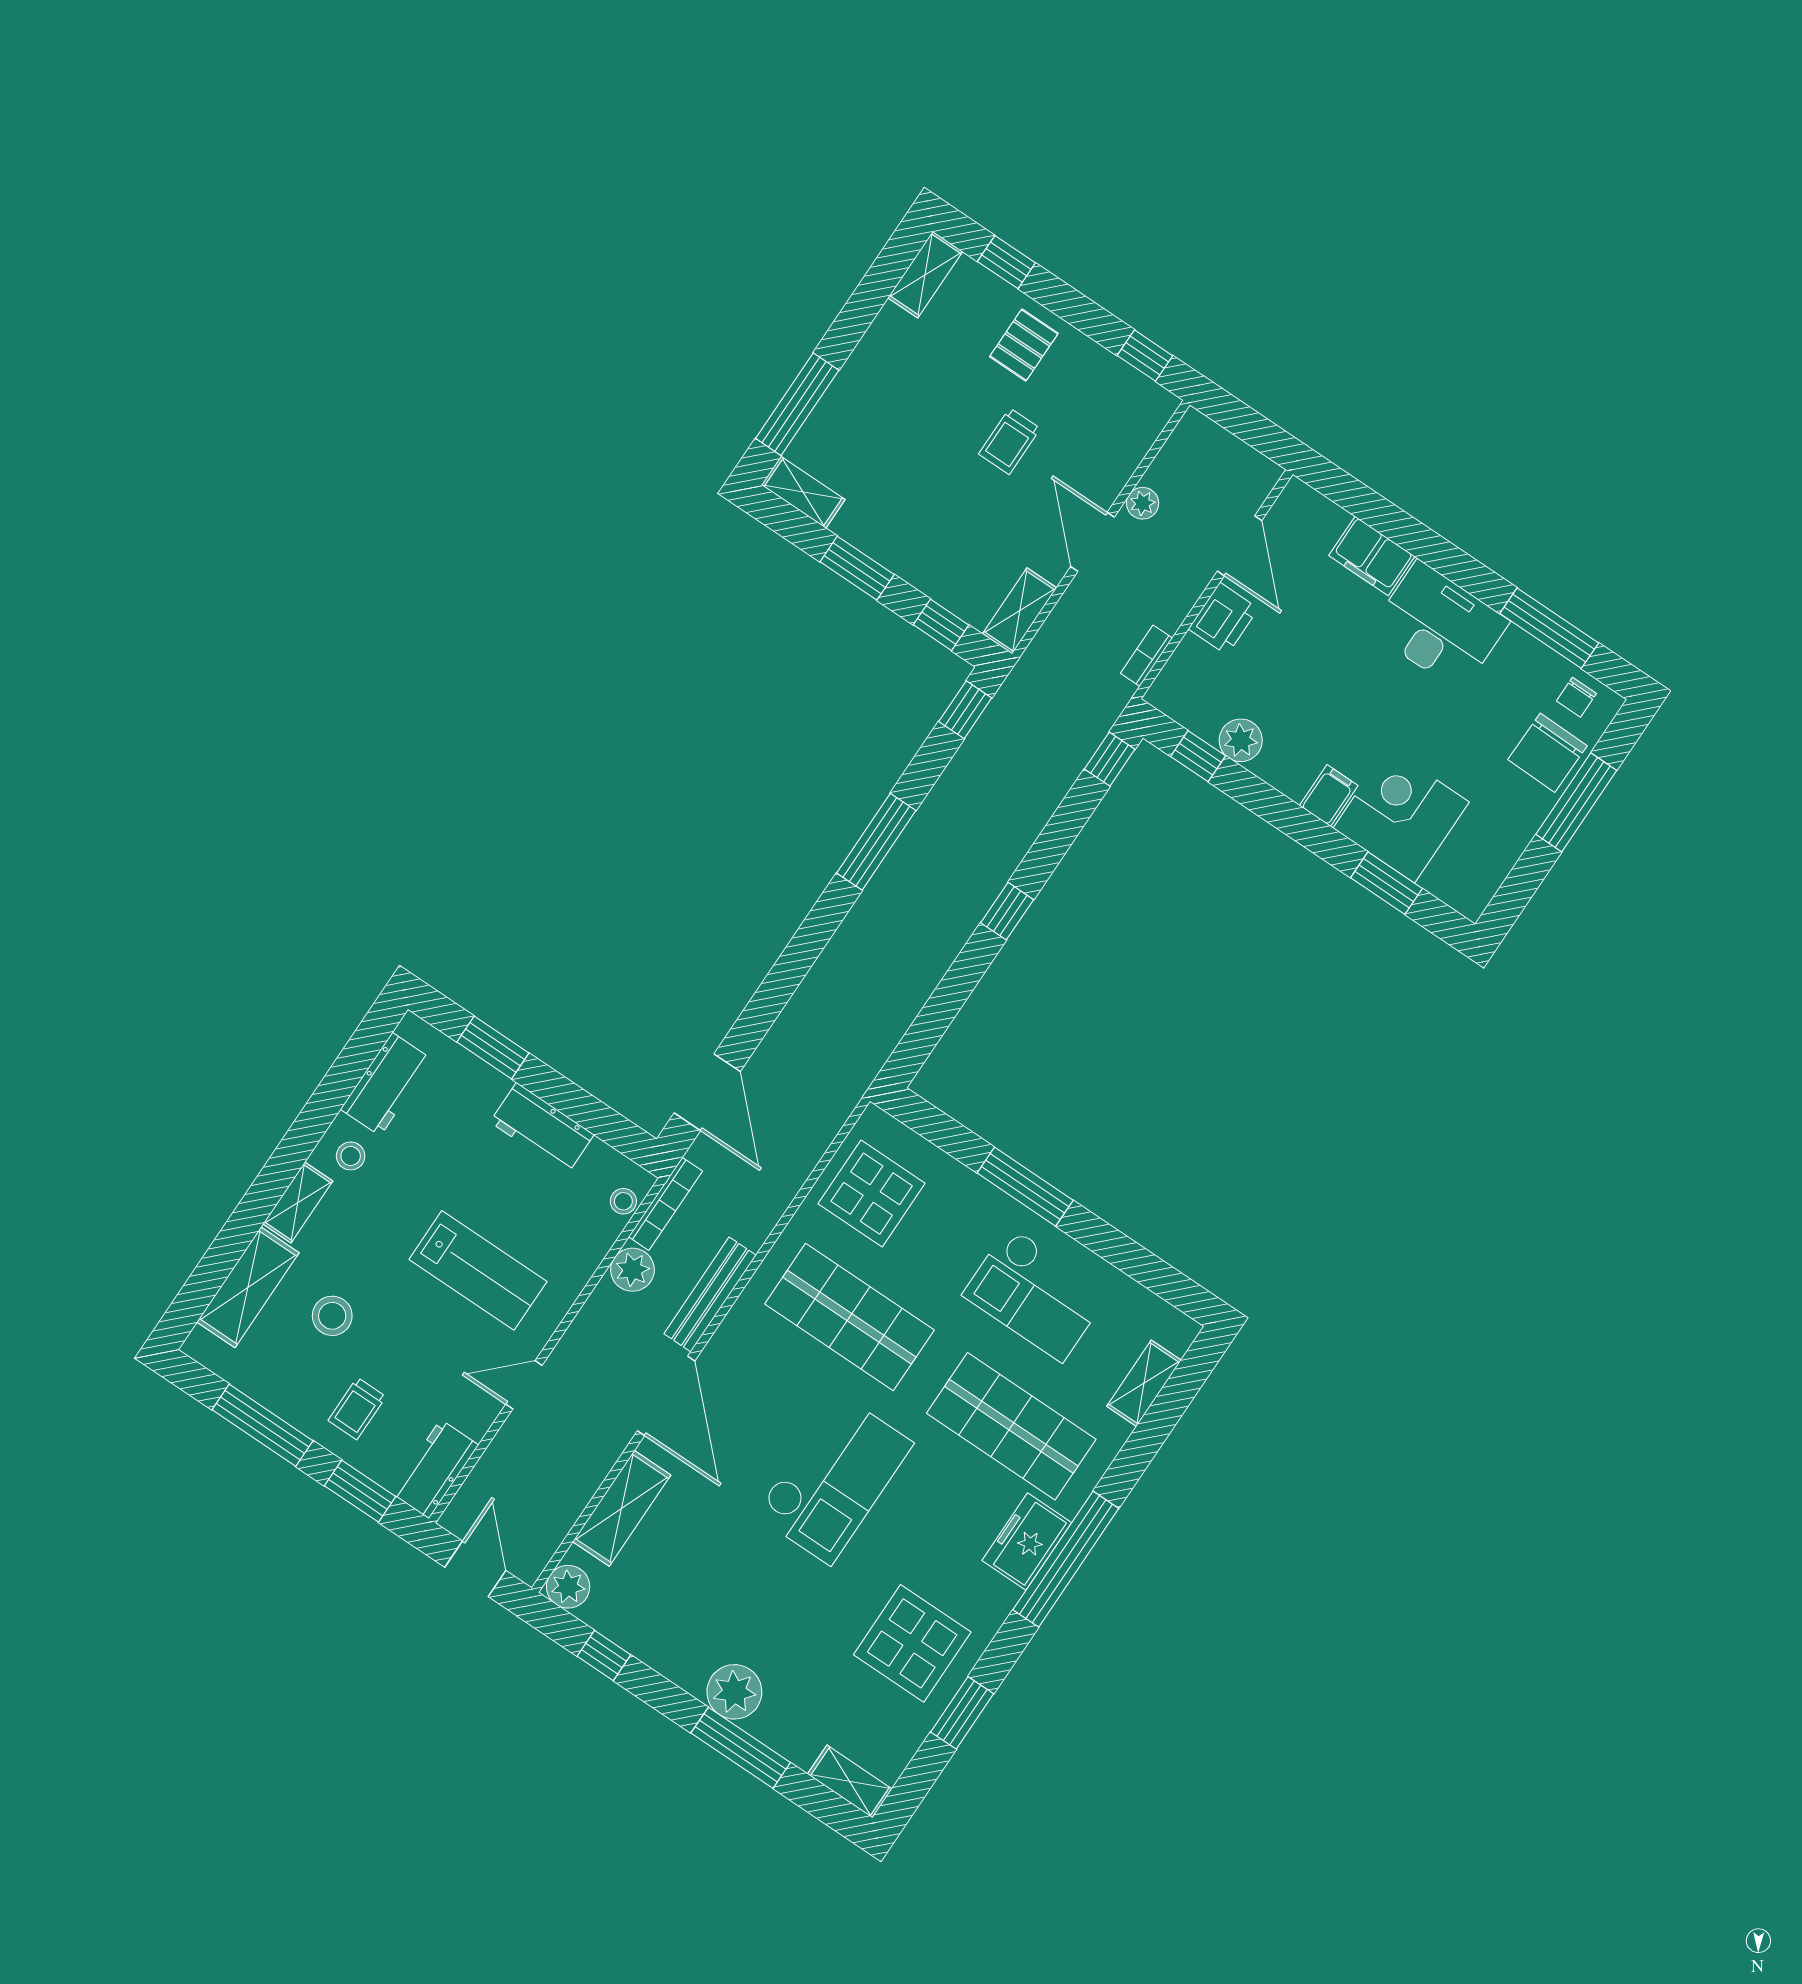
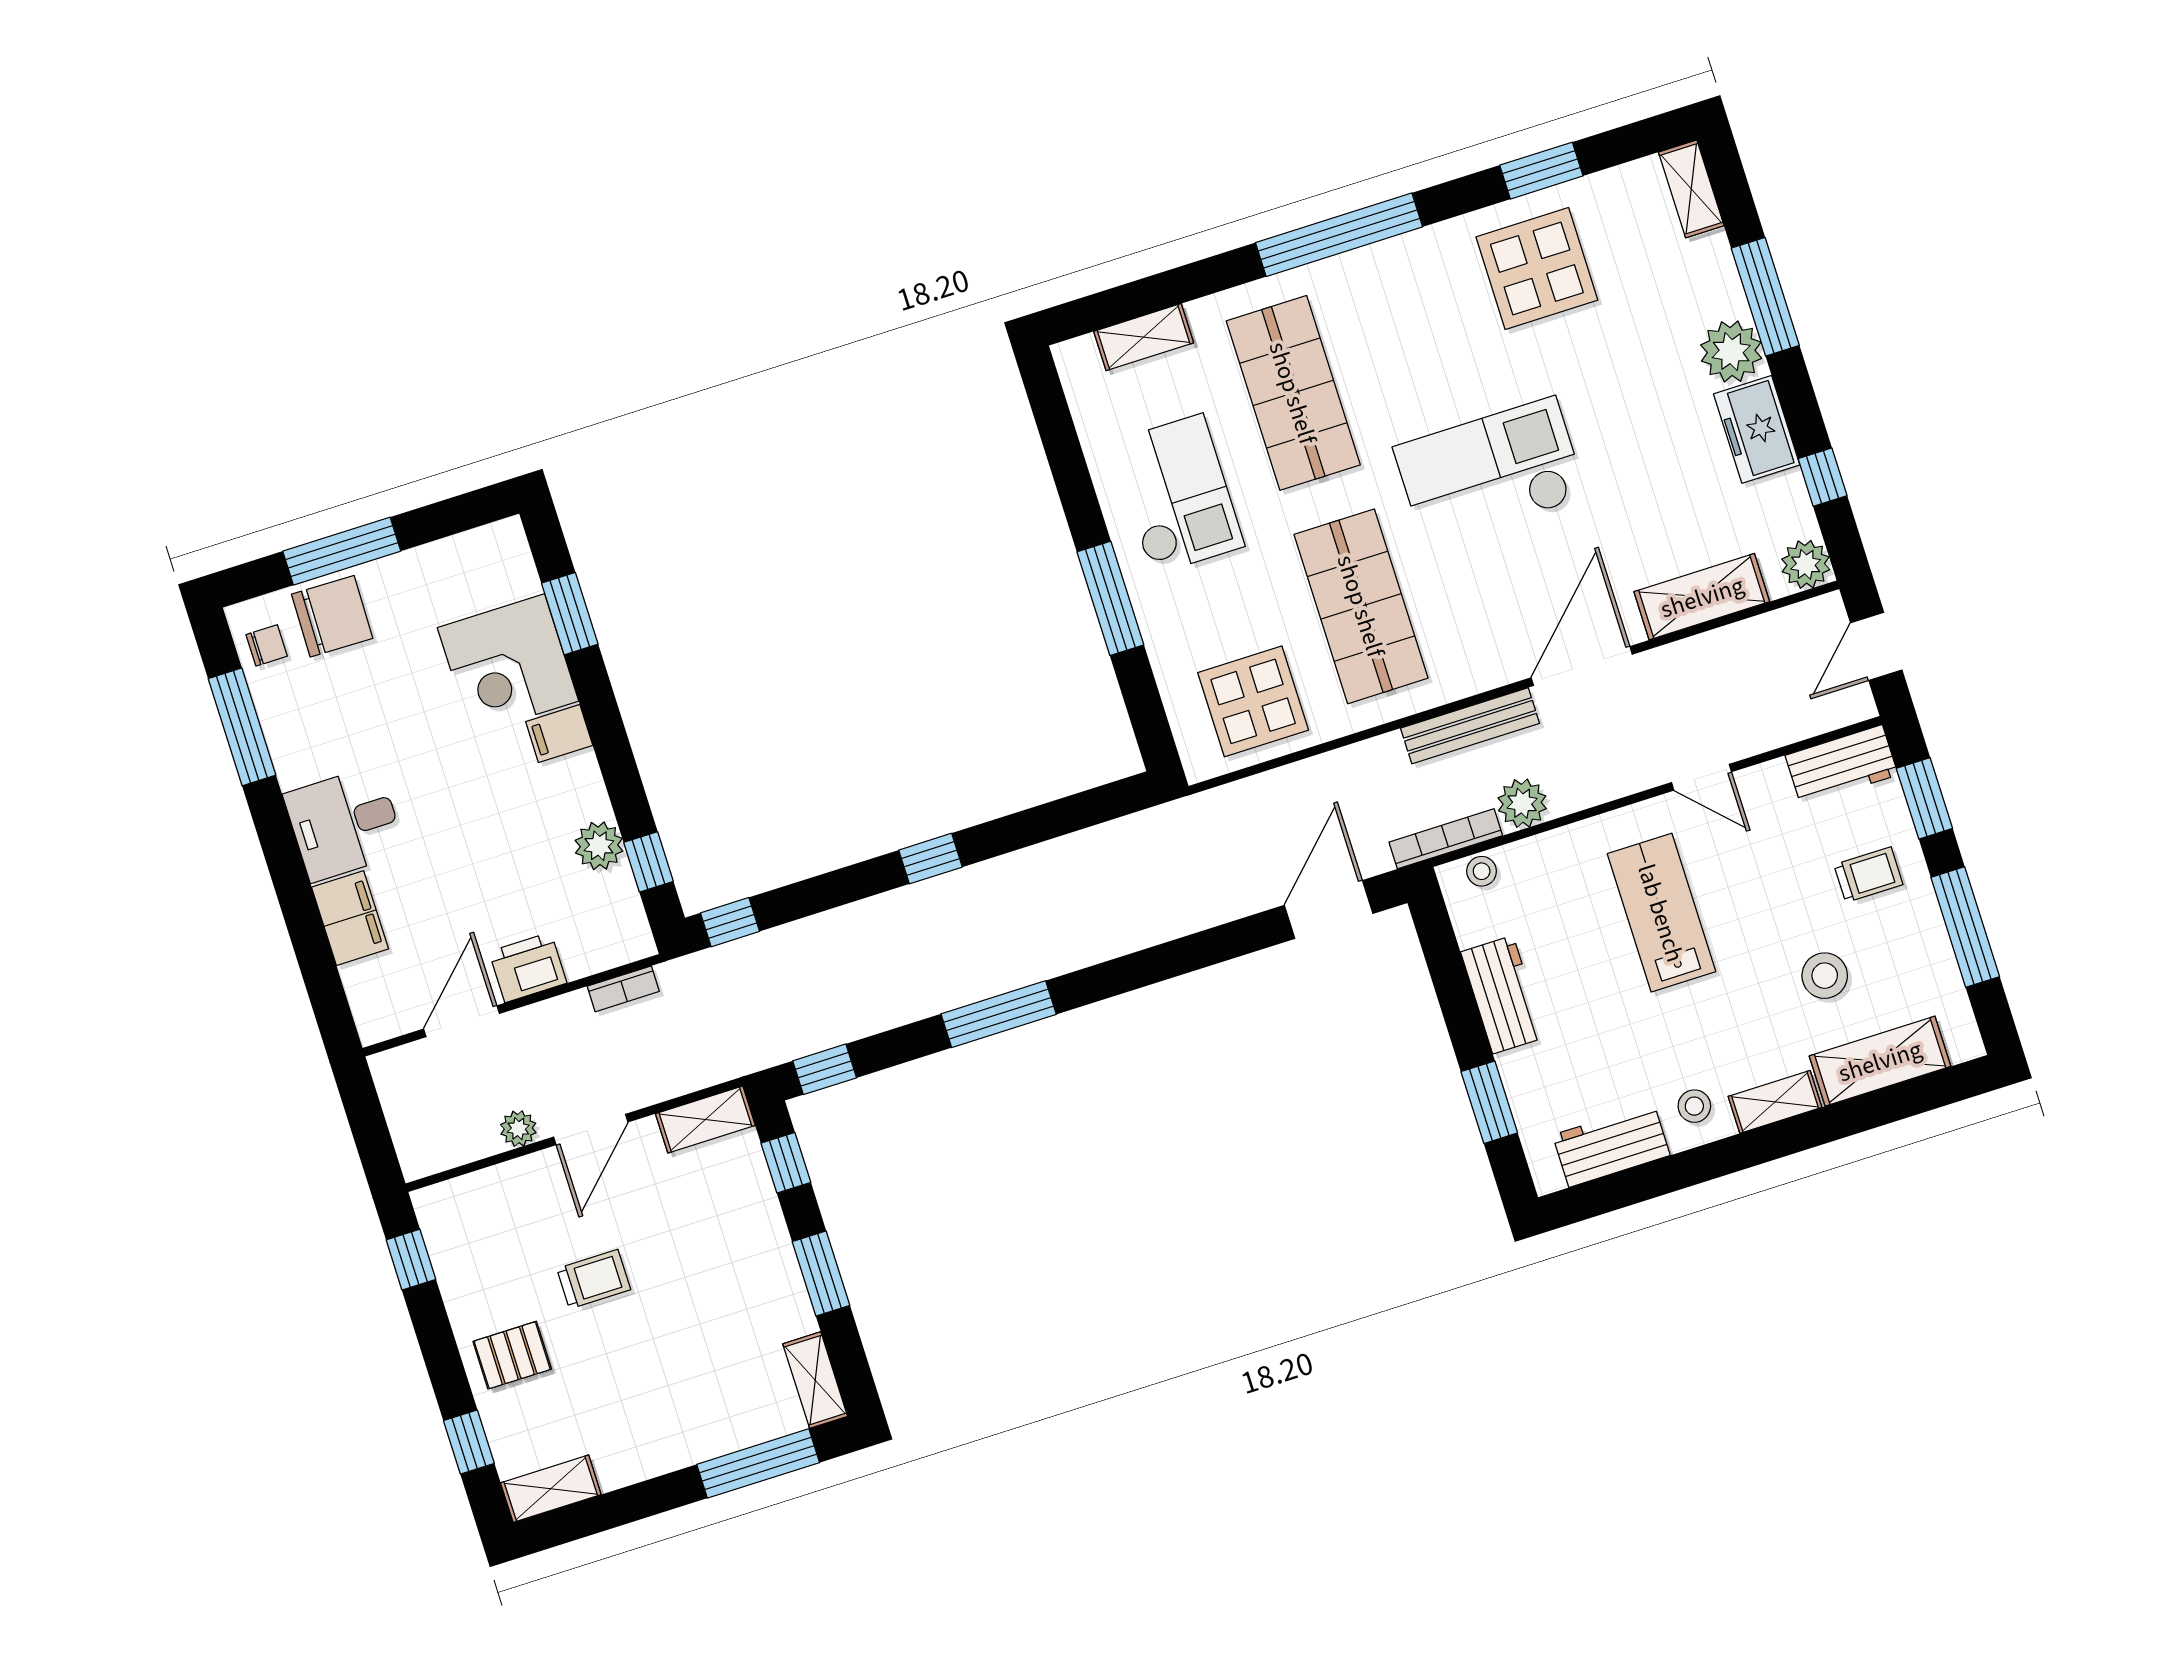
desk: (1439, 626) -> (345, 824), width x0.73
freezer: (1027, 1542) -> (1757, 429), moved, turned 90

